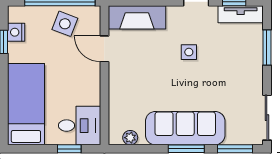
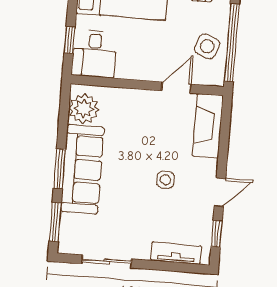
tv unit: (241, 14) -> (176, 253), moved, turned 90
window: (267, 47) -> (164, 266), removed
sliding door: (267, 118) -> (107, 261), moved
plant: (130, 138) -> (84, 109), width x1.88, depth x1.88

